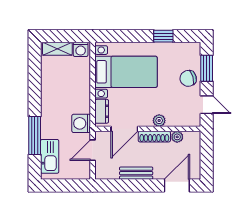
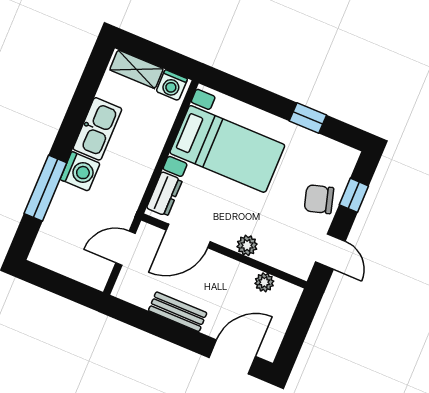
window: (207, 68) -> (354, 195), width x0.67
washing machine: (81, 123) -> (80, 171), moved, turned 180
shoe rack: (154, 137) -> (229, 267), removed
kitchen sink: (50, 156) -> (97, 129), moved

